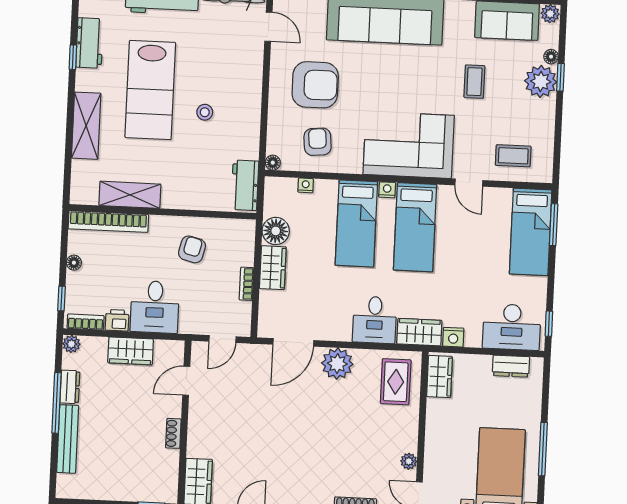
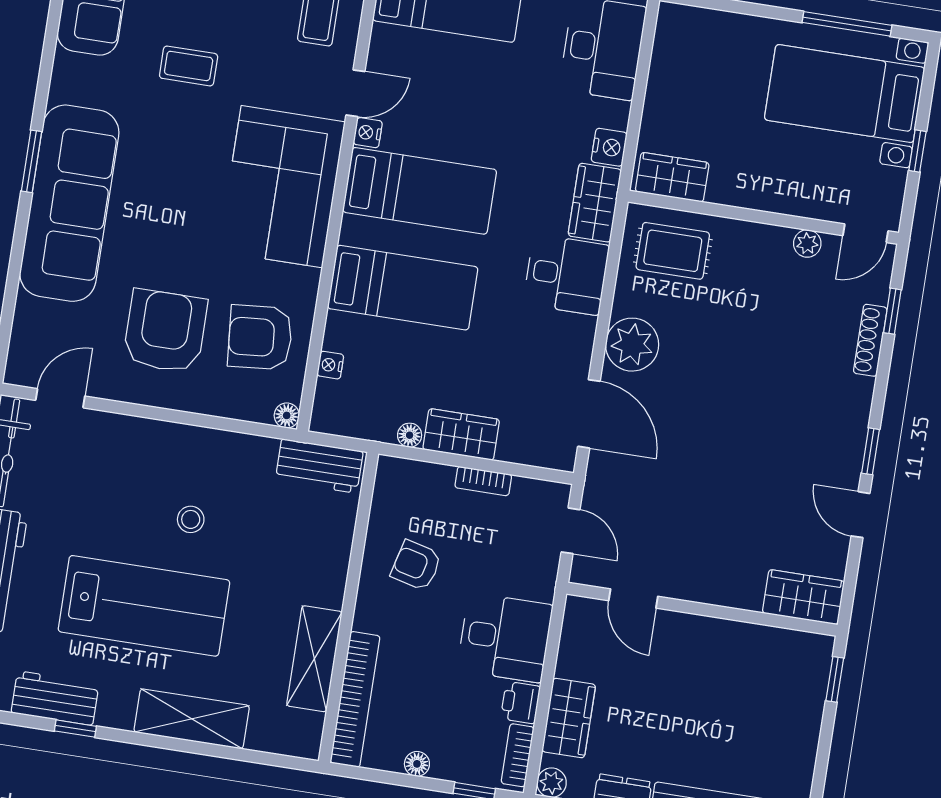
armchair: (318, 142) -> (260, 337), width x1.38, depth x1.38
nightstand: (387, 190) -> (368, 133), moved
floor lamp: (276, 231) -> (410, 435), width x0.53, depth x0.53
wardrobe: (131, 351) -> (569, 718), moved
dresser: (511, 366) -> (668, 57), removed
shoe rack: (173, 433) -> (719, 630), removed
window: (543, 449) -> (847, 24), moved

